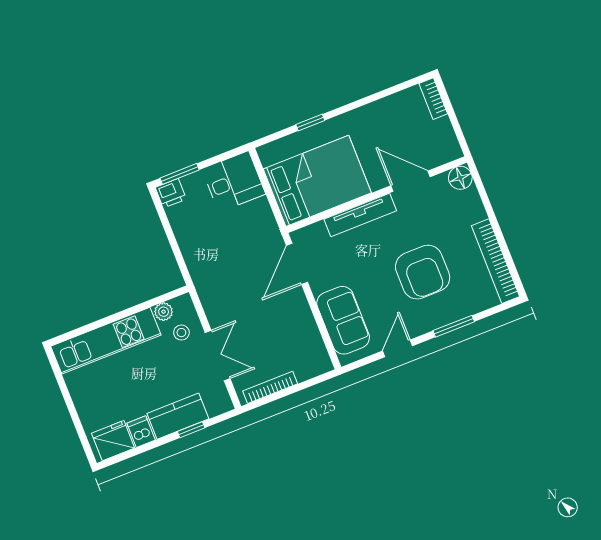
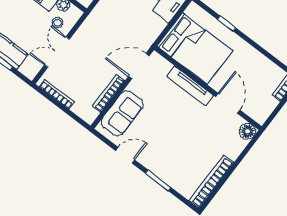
armchair: (423, 272) -> (179, 143), removed
bookcase: (308, 322) -> (109, 93), added
double door: (218, 355) -> (57, 52), swing flipped

